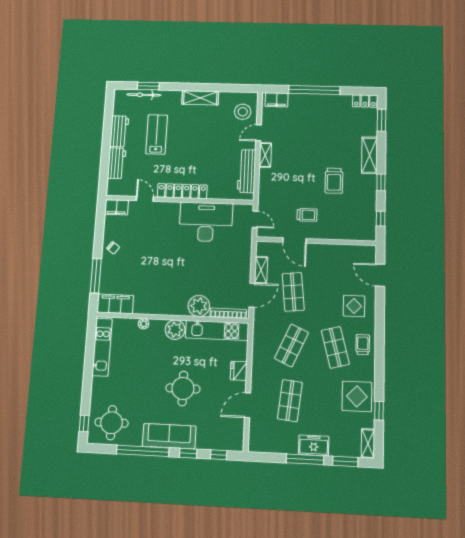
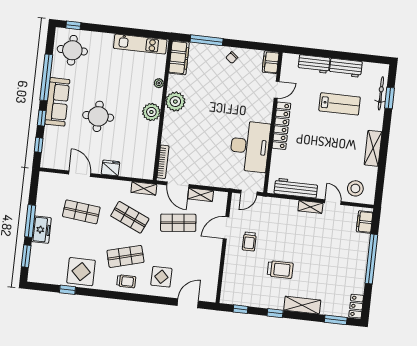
trolley: (334, 181) -> (280, 269), turned 180
plant: (199, 306) -> (175, 102), moved
kitchen unit: (217, 330) -> (148, 151), removed
shelving: (368, 444) -> (144, 188), moved

